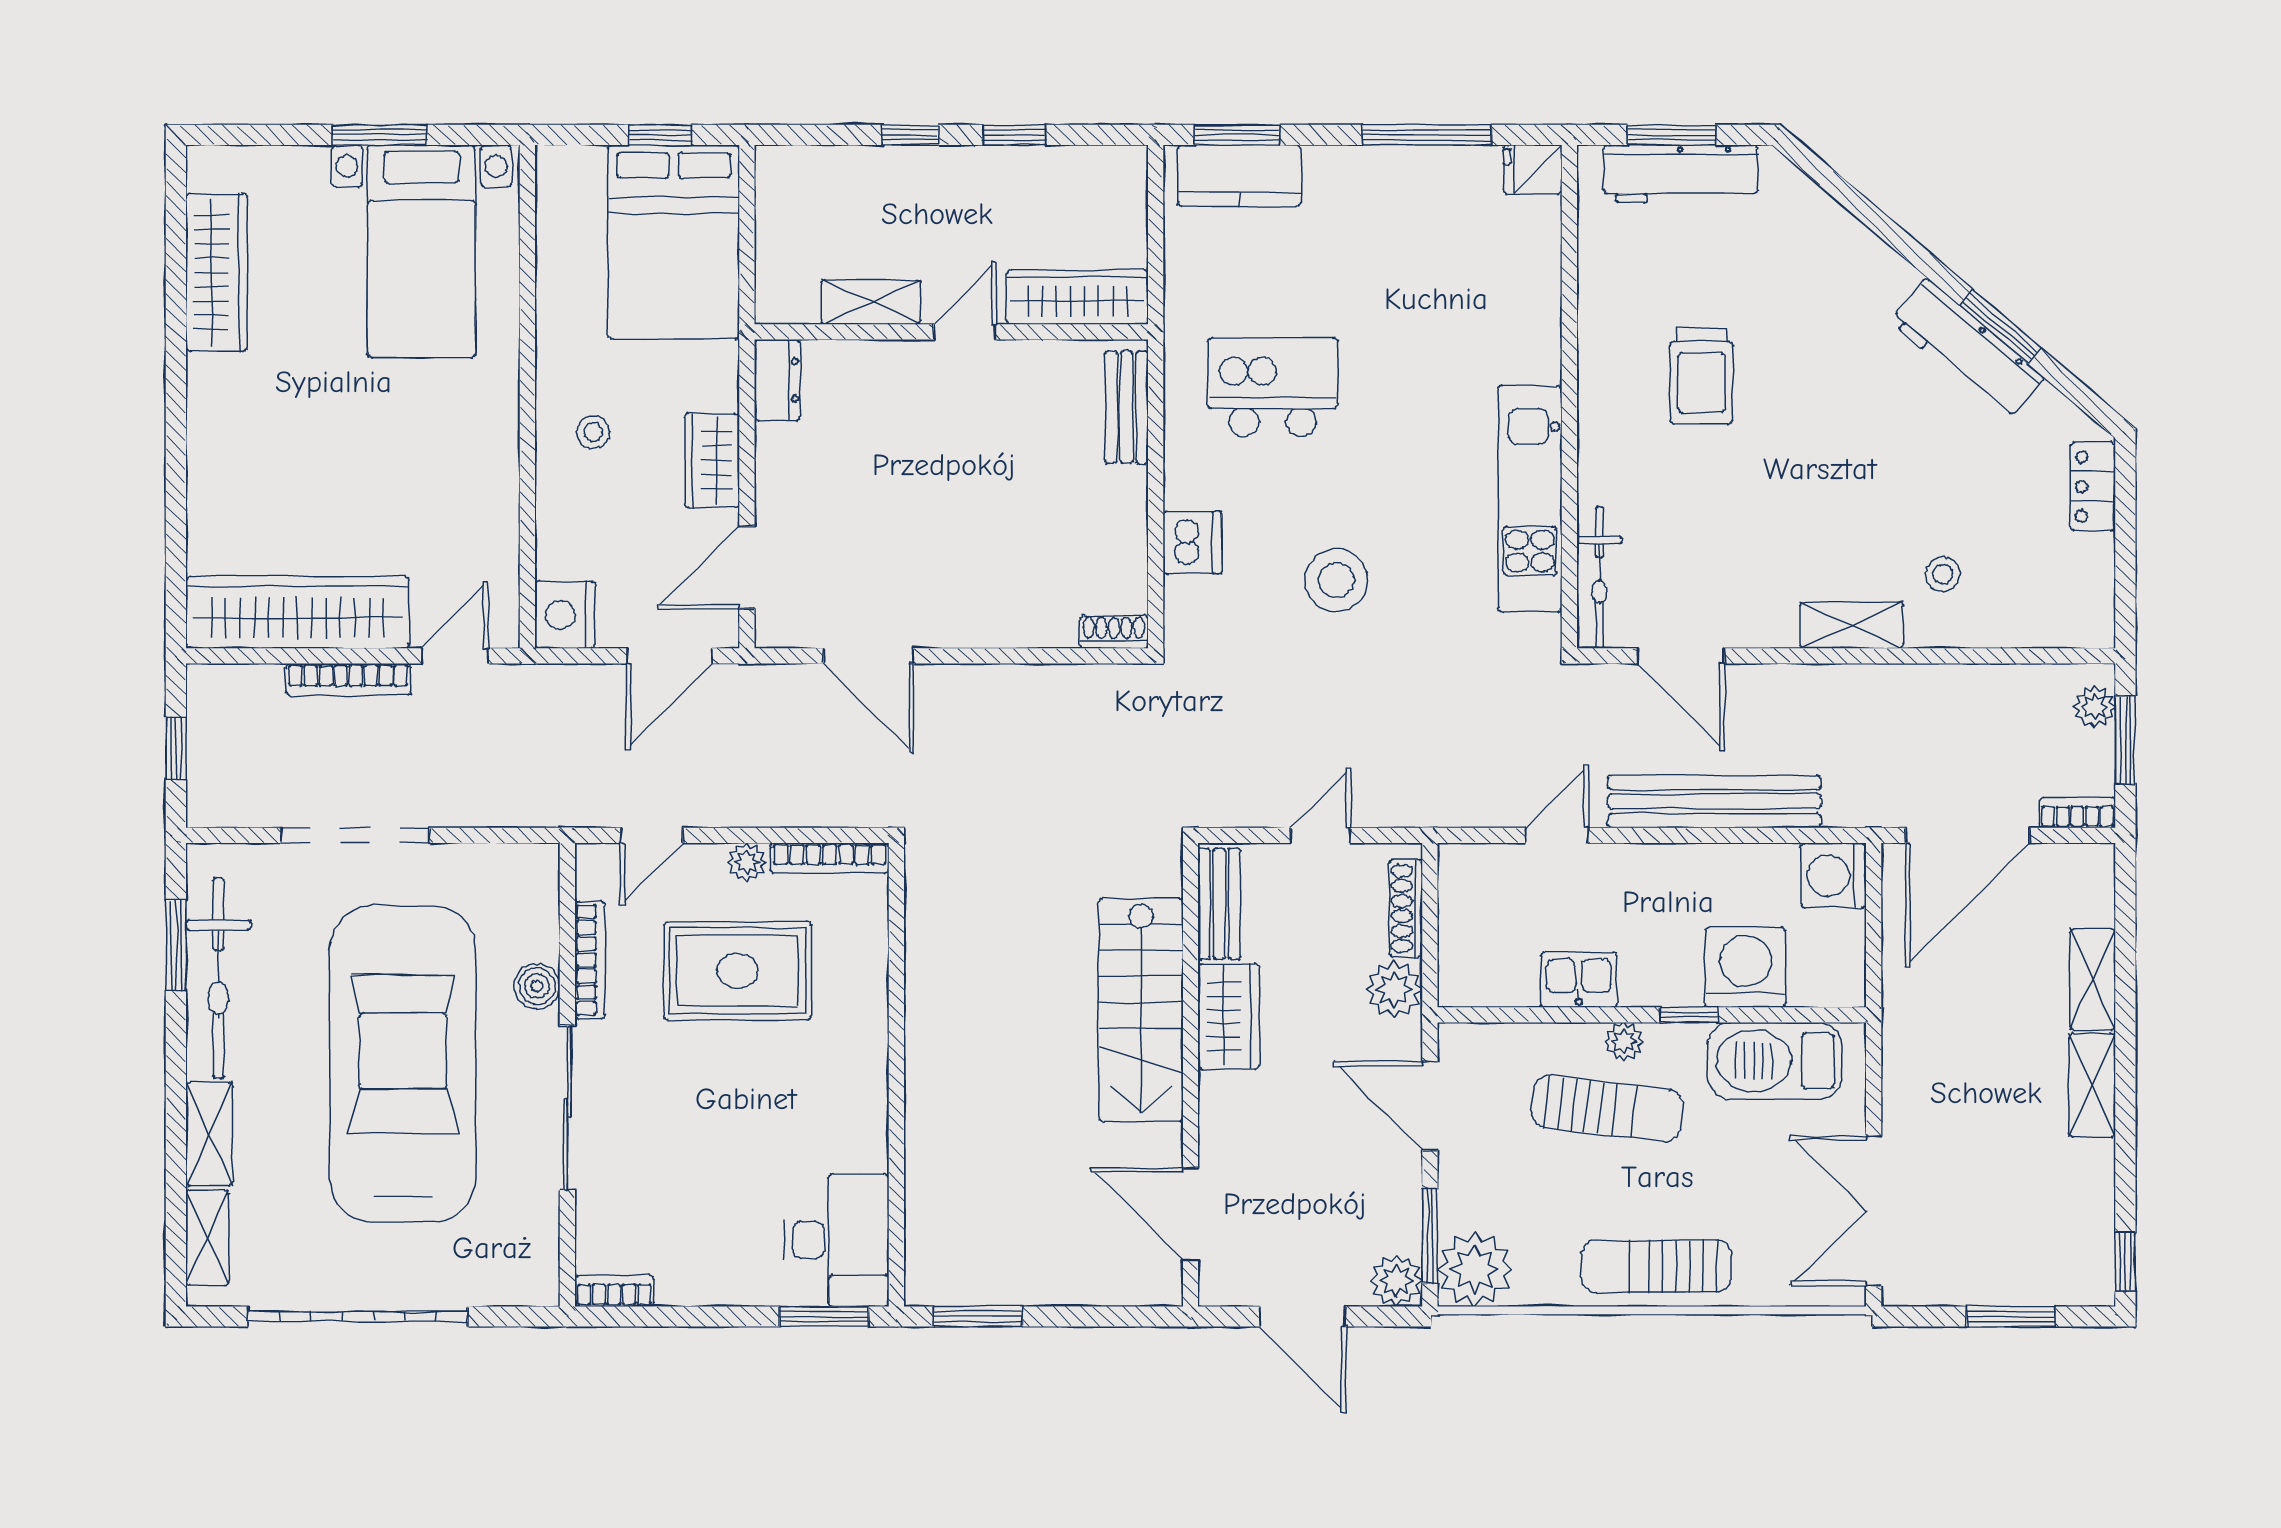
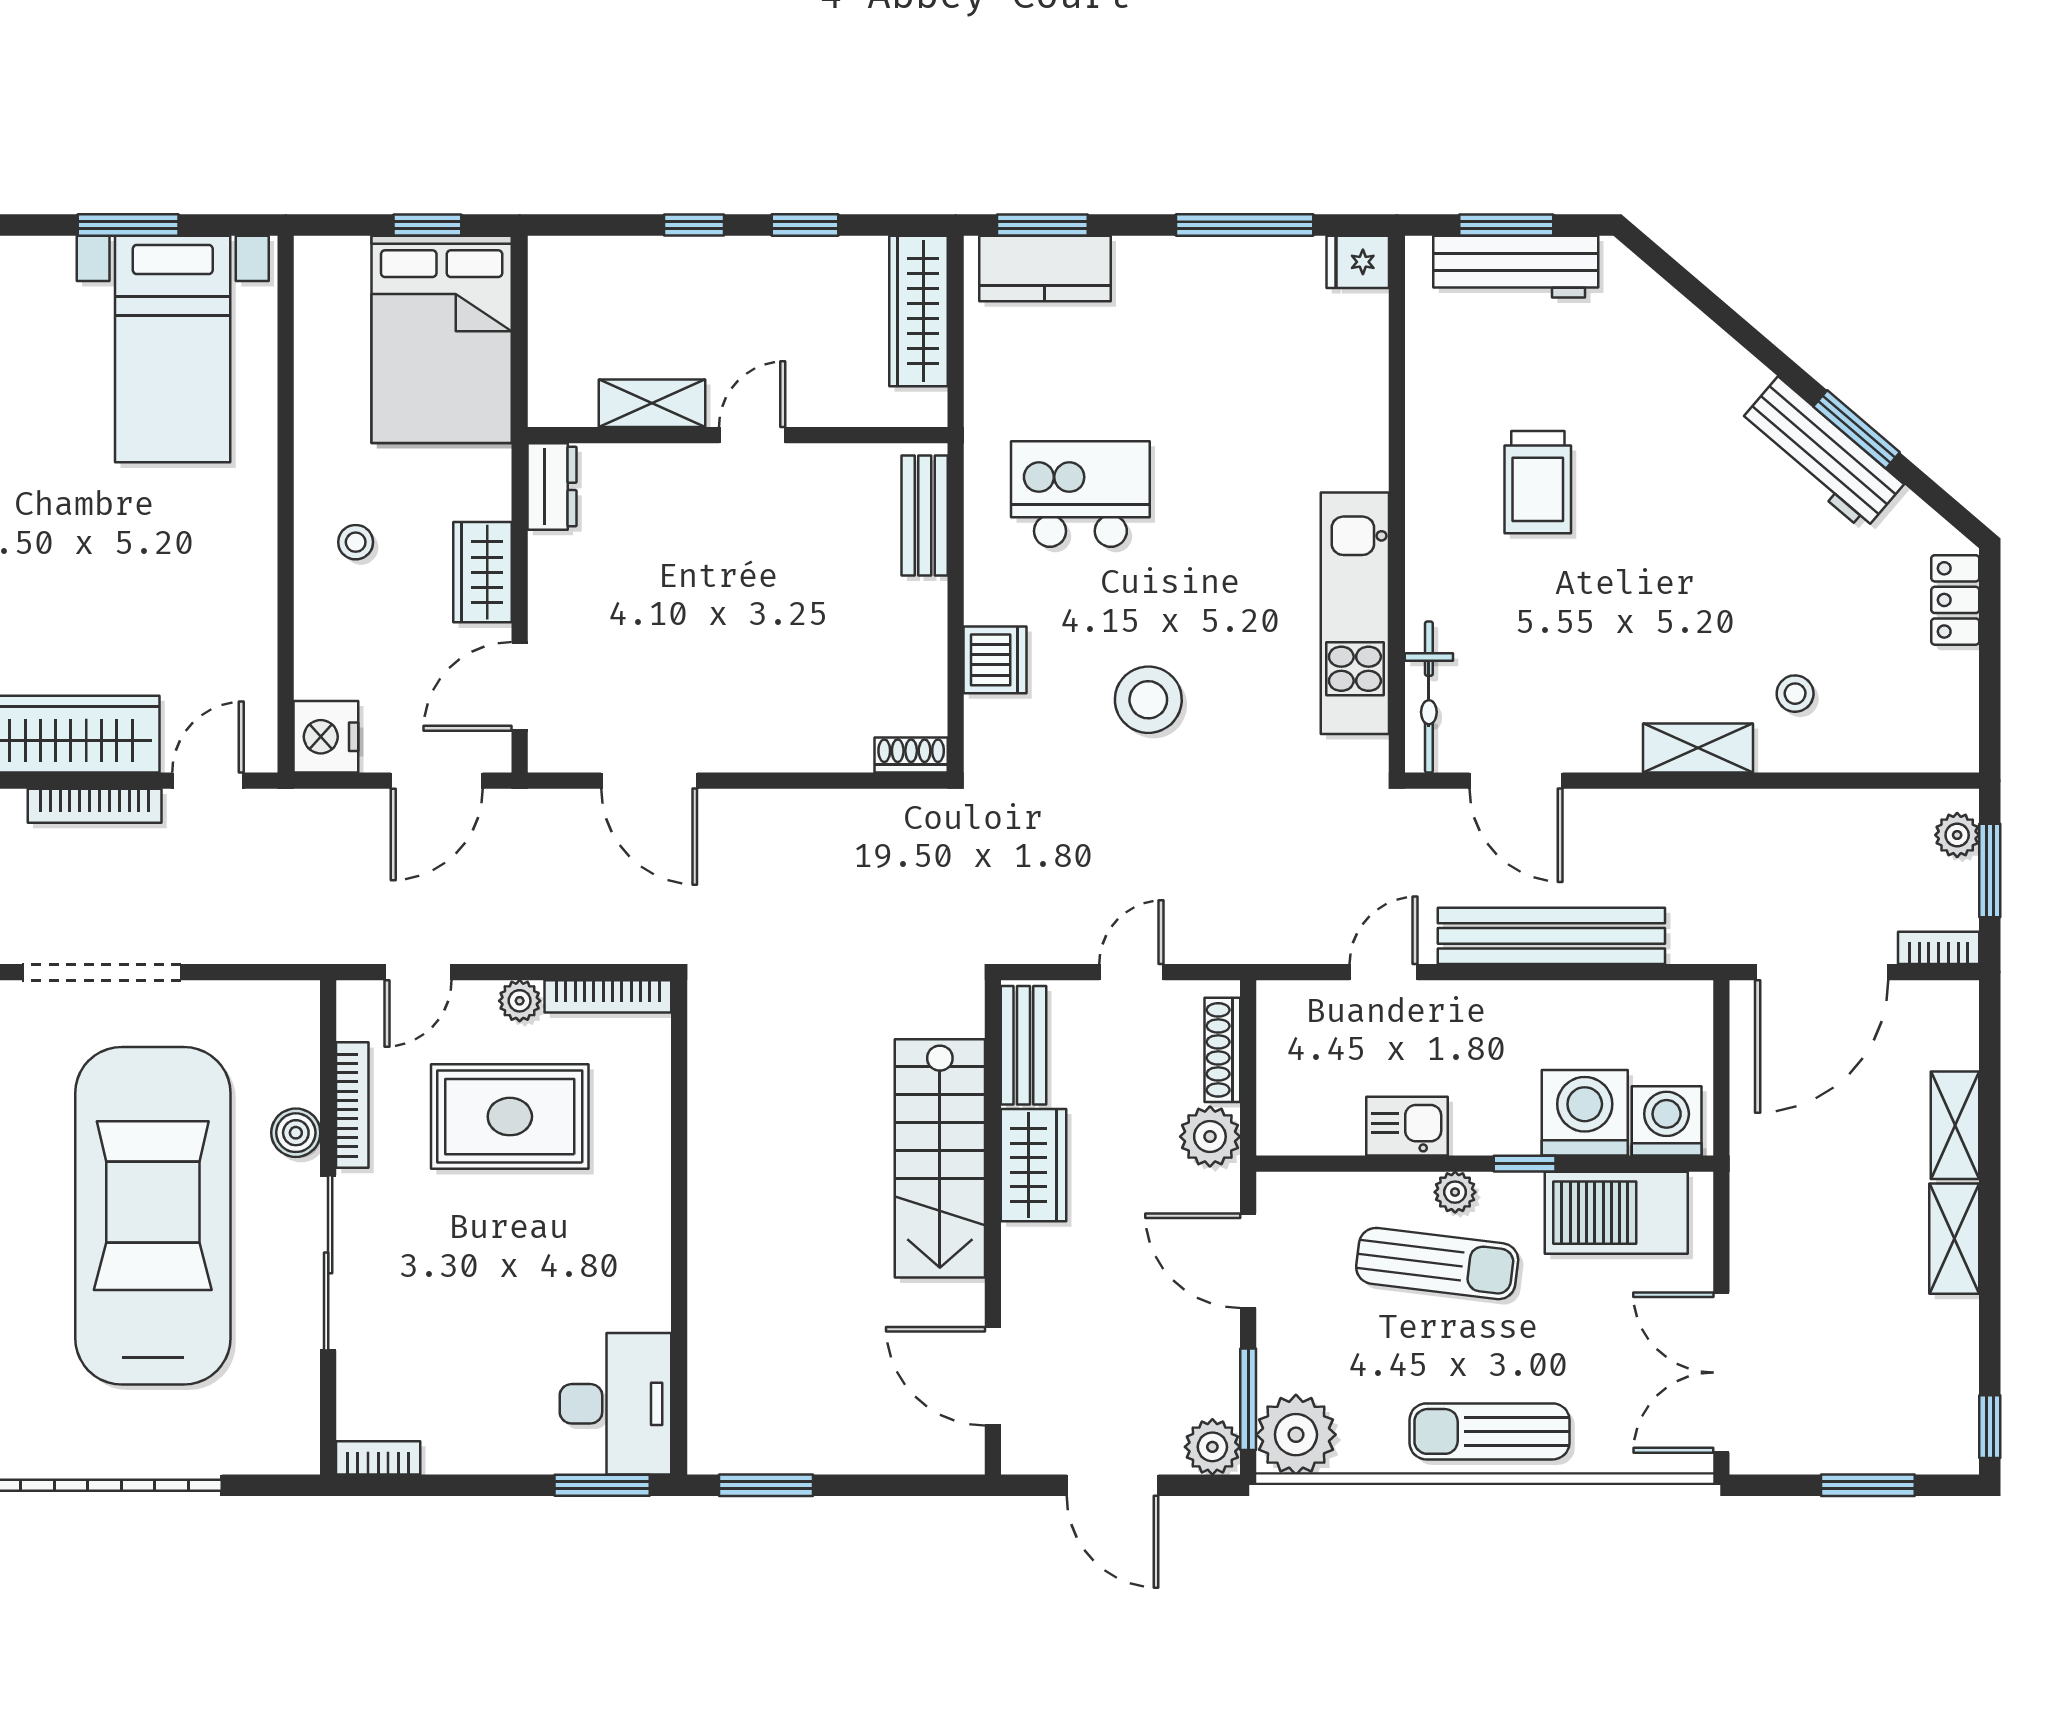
wardrobe: (1077, 297) -> (919, 311), moved, turned -90
washing machine: (1833, 875) -> (1667, 1121), moved, turned 90

